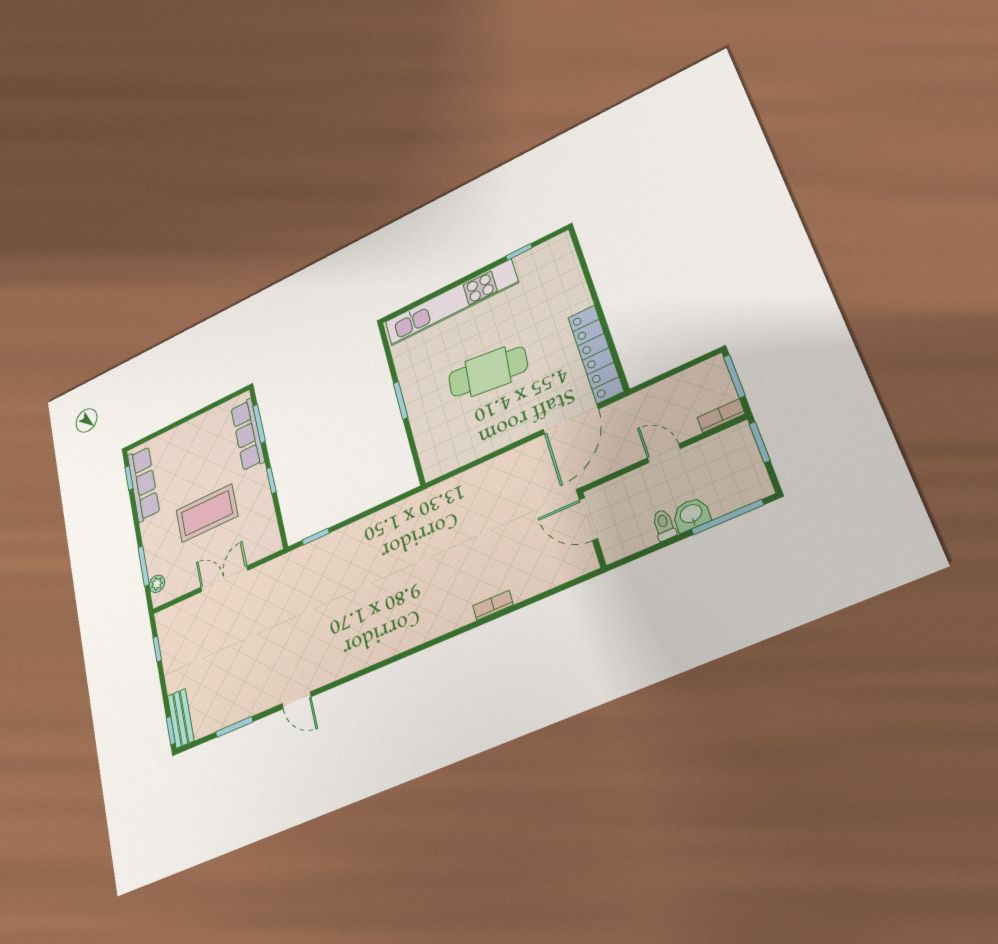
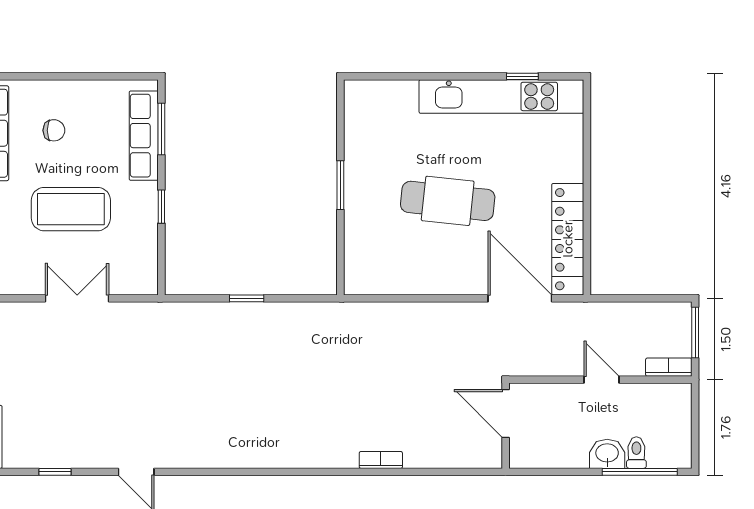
kitchen unit: (451, 302) -> (501, 96), moved
door: (571, 419) -> (520, 298), swing flipped
window: (760, 442) -> (695, 411), removed
chair: (184, 462) -> (54, 130), added
toilet: (664, 525) -> (636, 453), moved
window: (316, 537) -> (247, 298), moved
window: (234, 727) -> (55, 472), width x0.67

